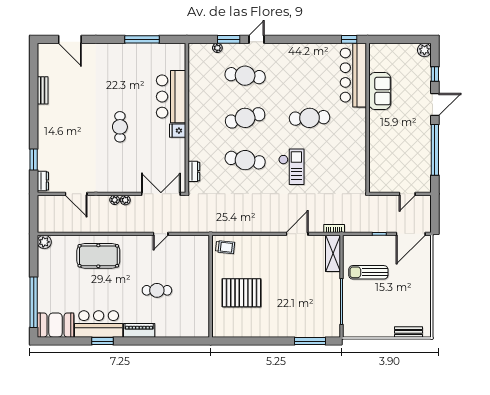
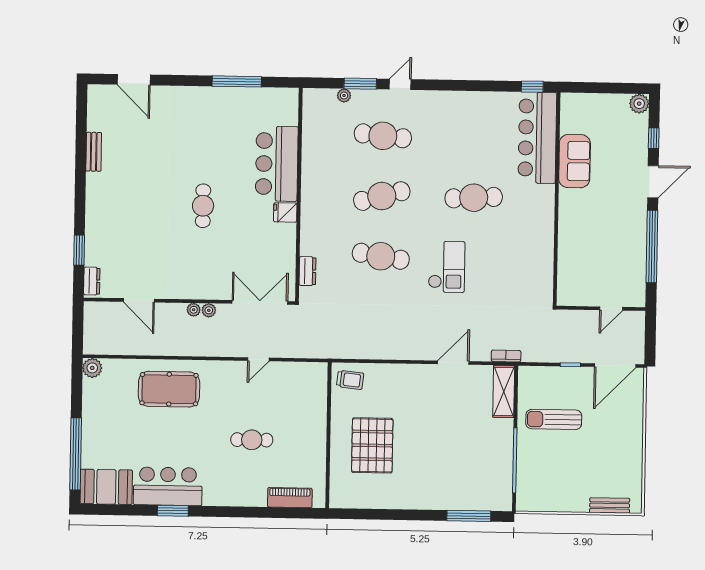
pallet: (241, 293) -> (372, 445), turned 90
piano: (139, 330) -> (290, 498), moved

